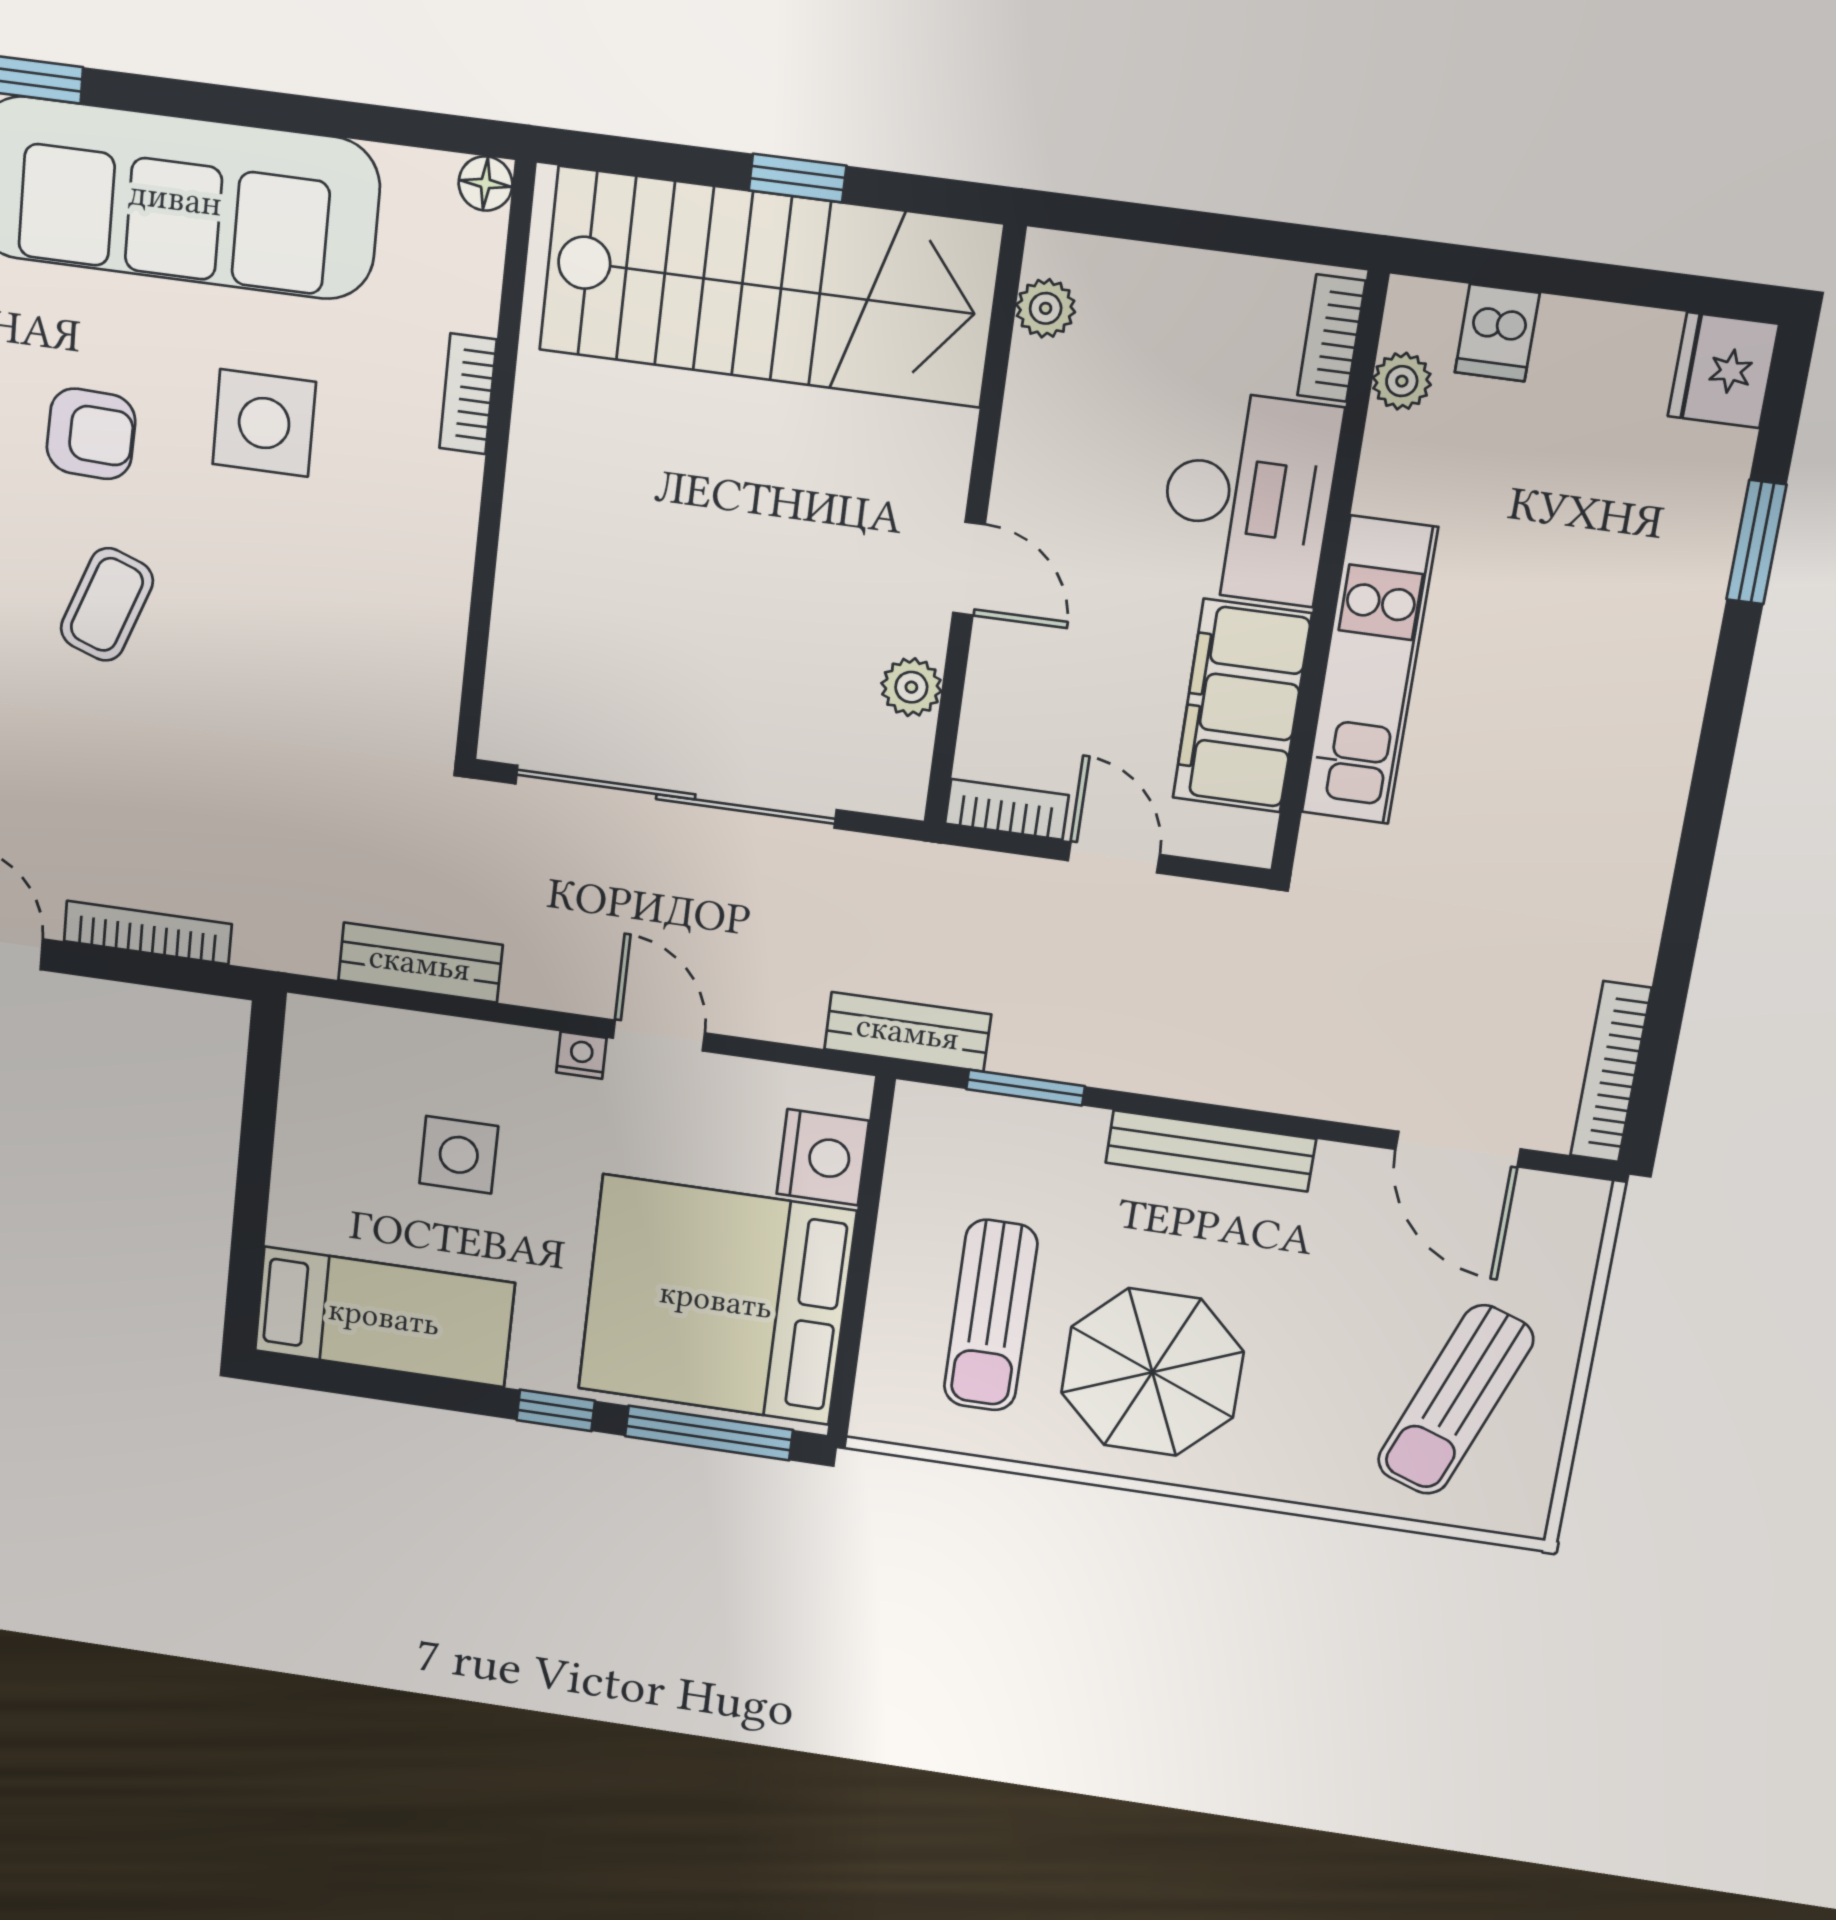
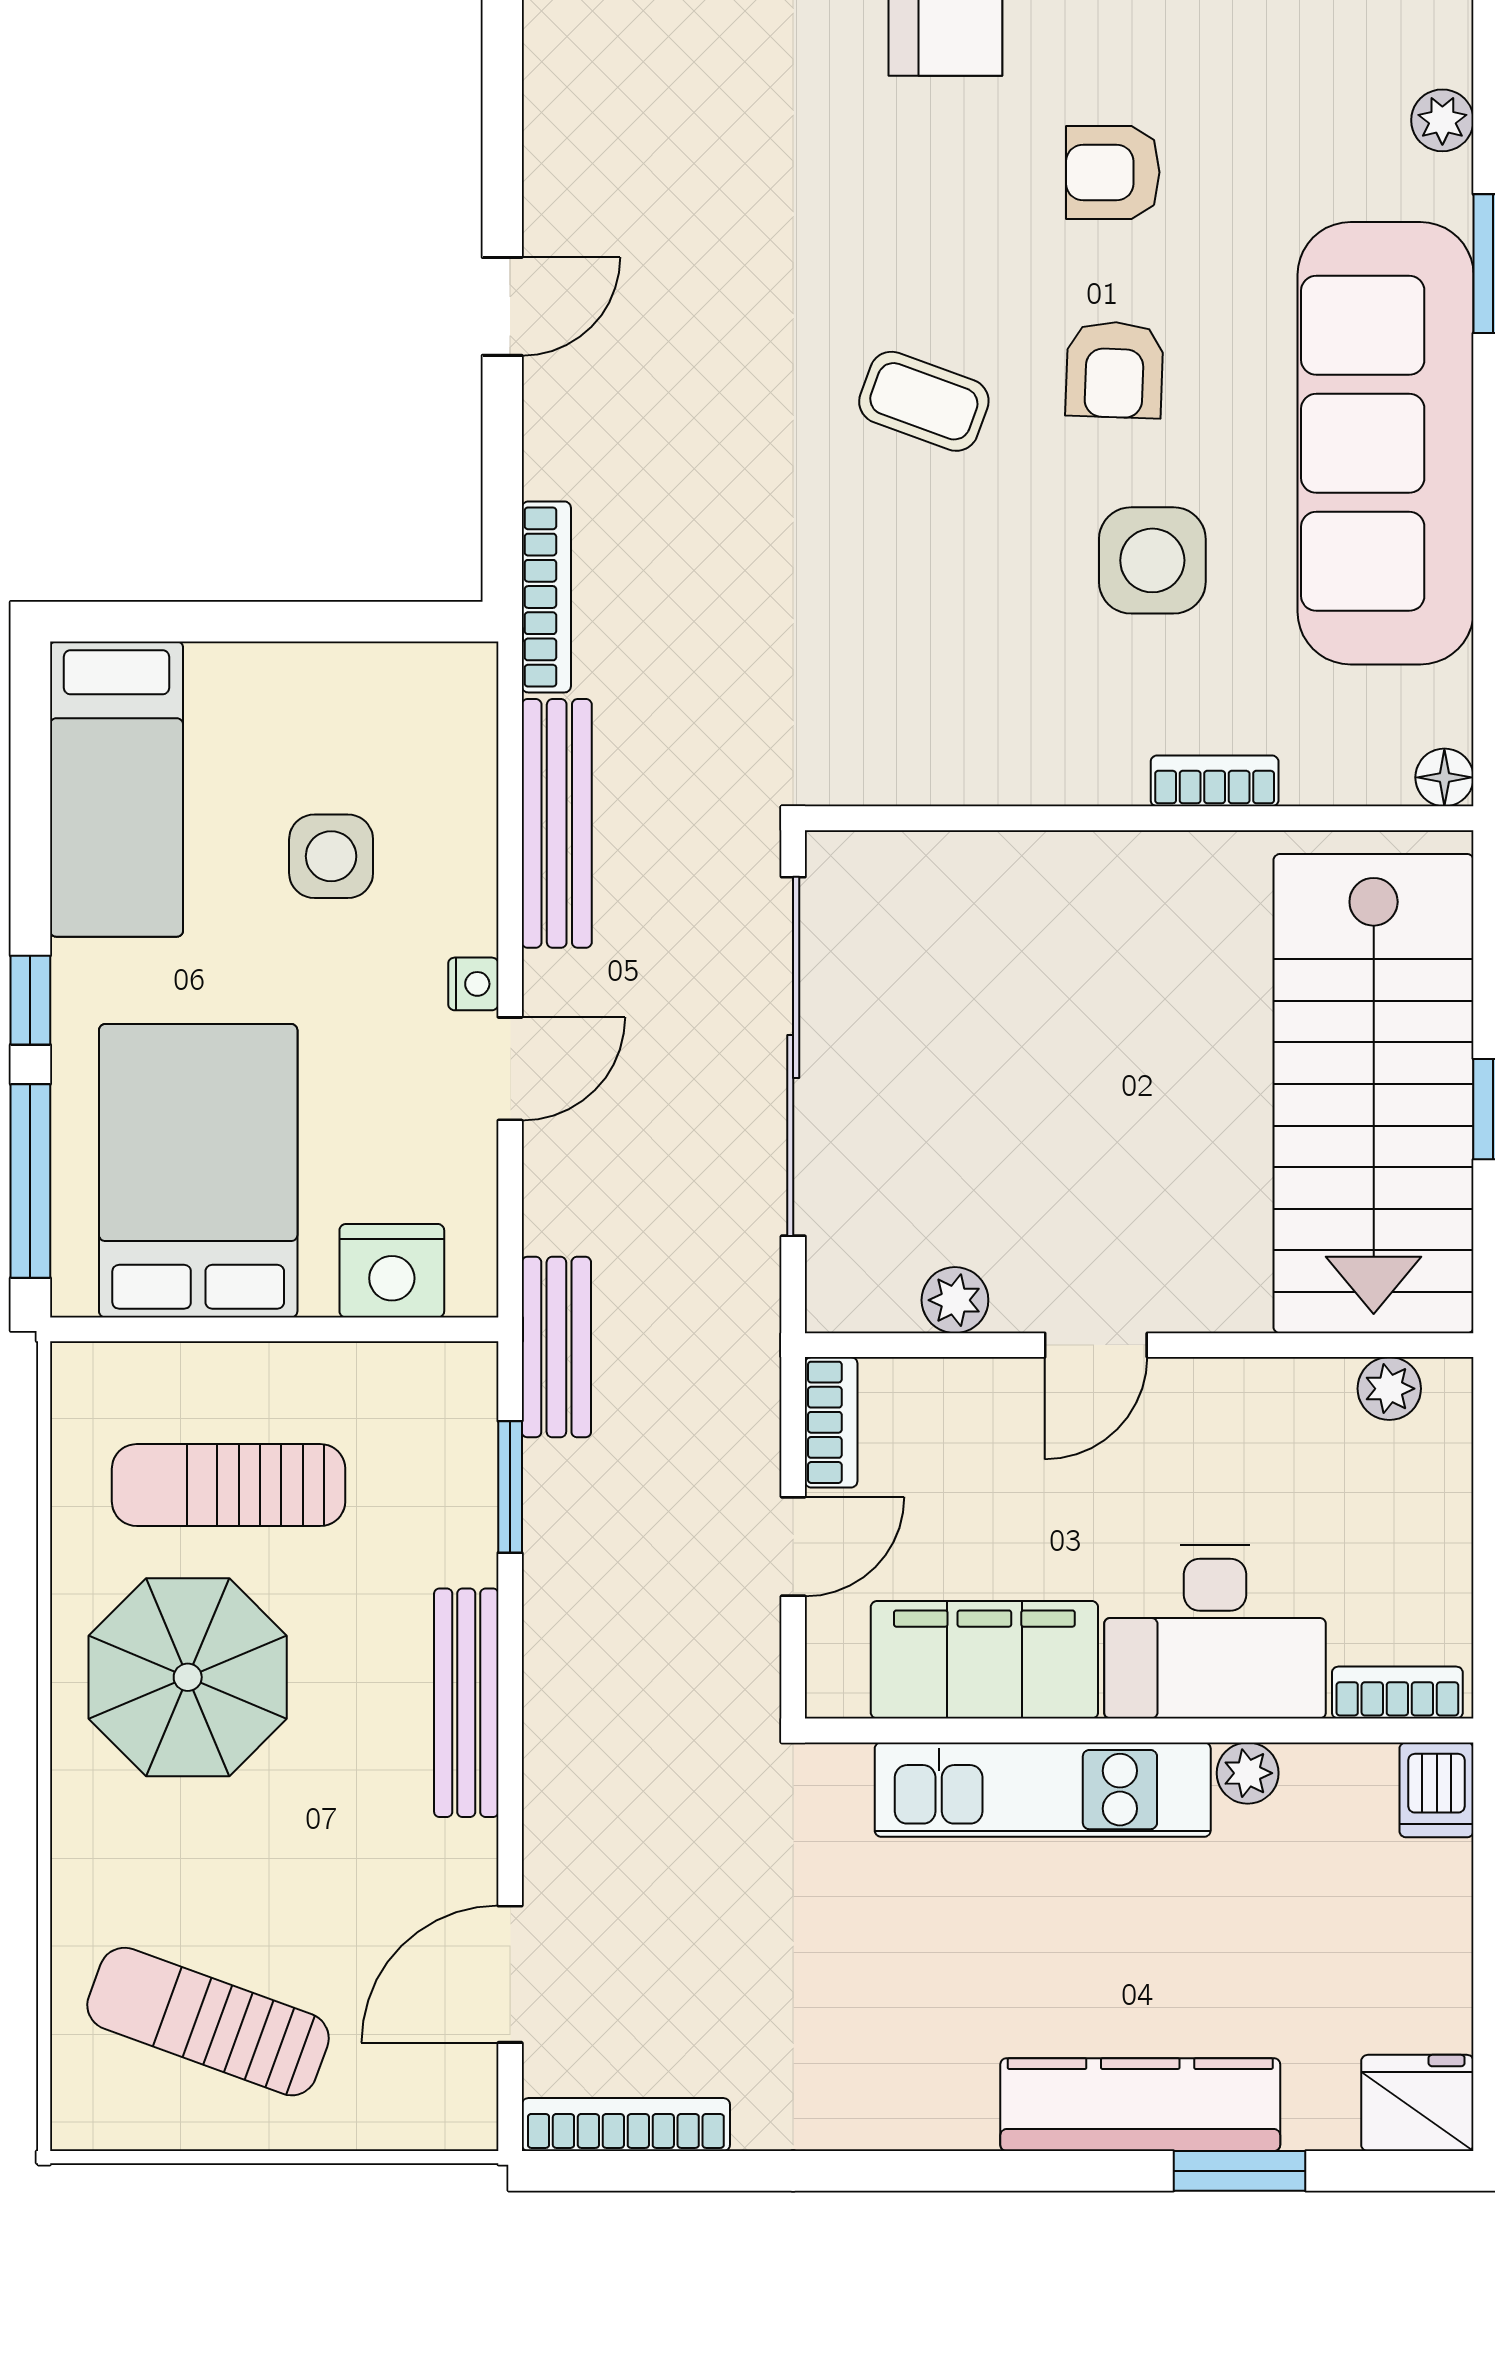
dishwasher: (1497, 333) -> (1437, 1790), moved, turned -90
plant: (1402, 381) -> (1248, 1773), moved
kitchen counter: (1677, 623) -> (1140, 2105), added
bookcase: (148, 933) -> (546, 597), moved
bench: (420, 963) -> (557, 823), width x1.36
bed: (716, 1300) -> (198, 1171), width x0.73

